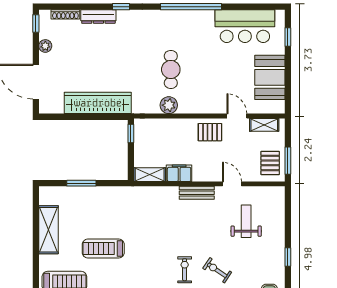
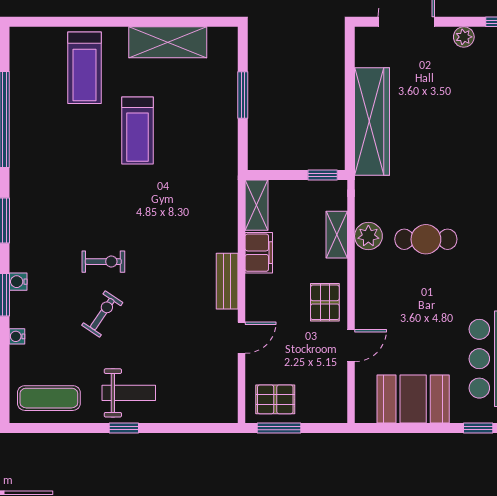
shelving: (264, 125) -> (337, 235), moved
weight bench: (246, 221) -> (129, 393), moved
treadmill: (103, 249) -> (137, 130), turned 180

